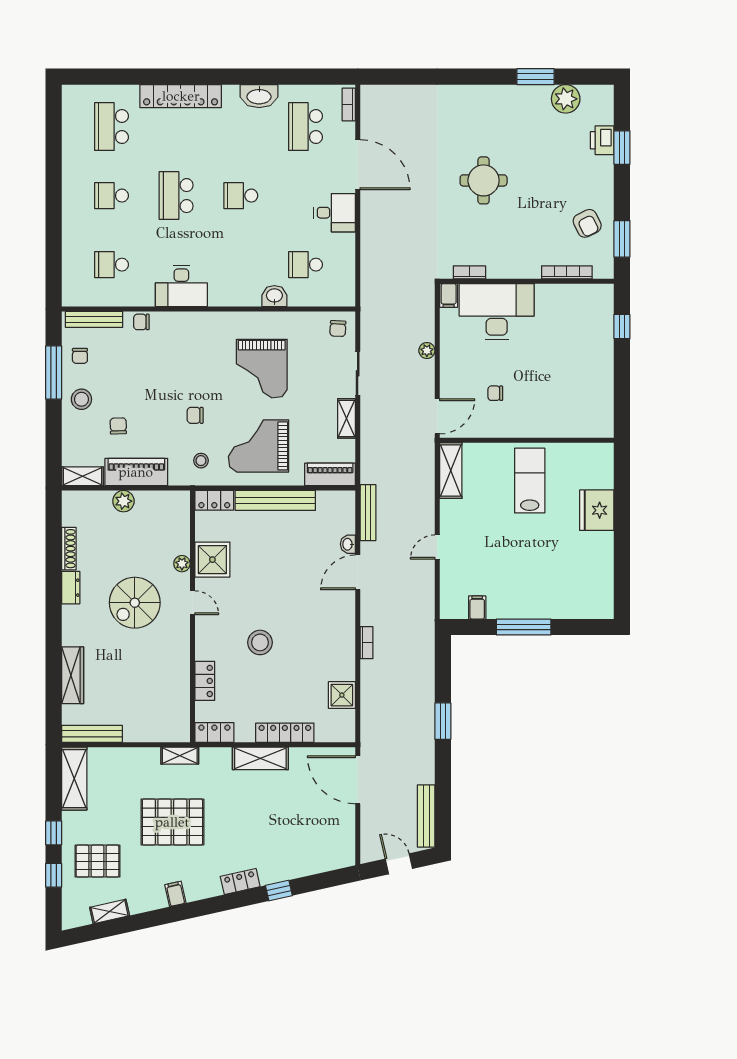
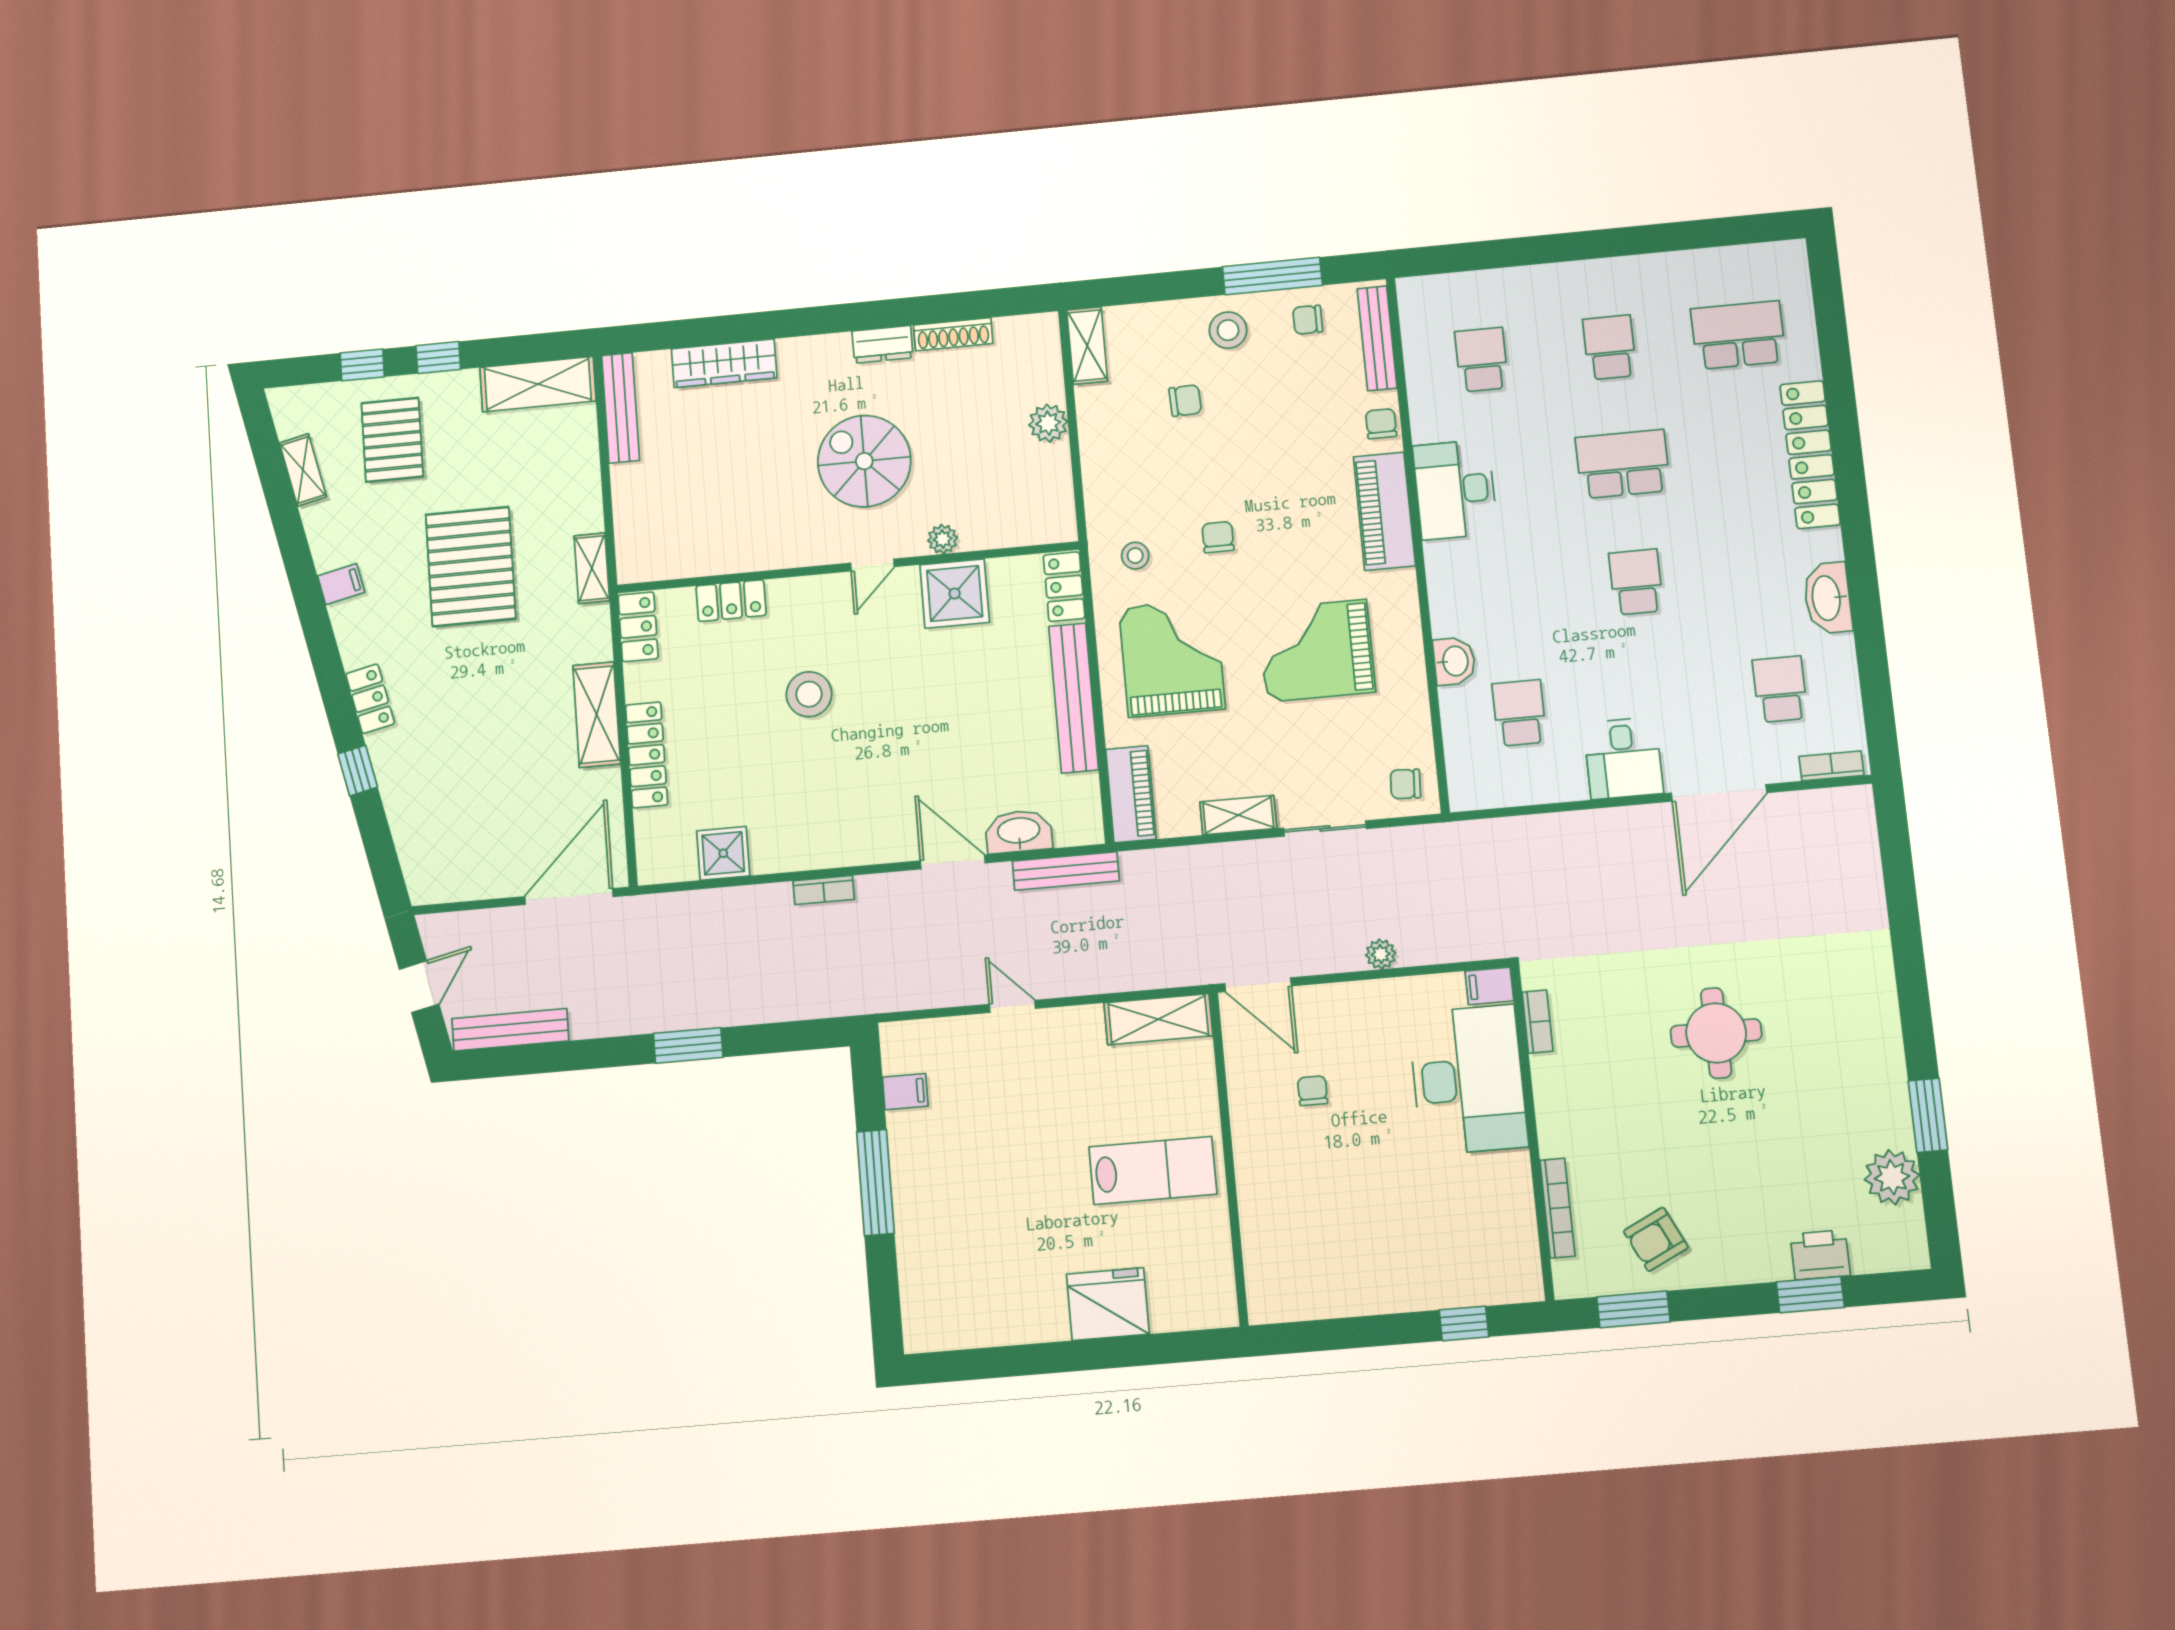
school desk: (305, 127) -> (1780, 689), width x0.54
piano: (136, 472) -> (1384, 511), moved, turned 180
washbasin: (348, 544) -> (1019, 832), width x1.91, depth x1.45

